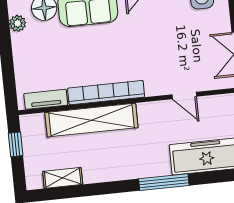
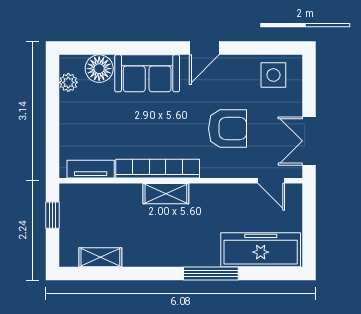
armchair: (165, 50) -> (228, 129), added
door: (184, 96) -> (271, 181), moved
shelving: (91, 120) -> (166, 194), width x0.45, depth x0.75

